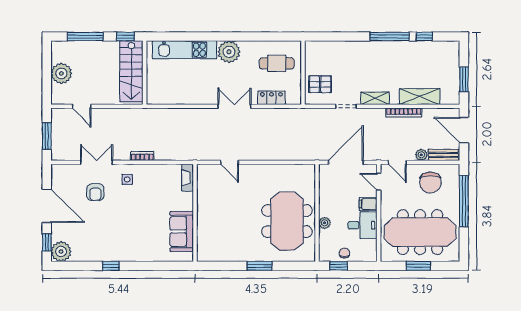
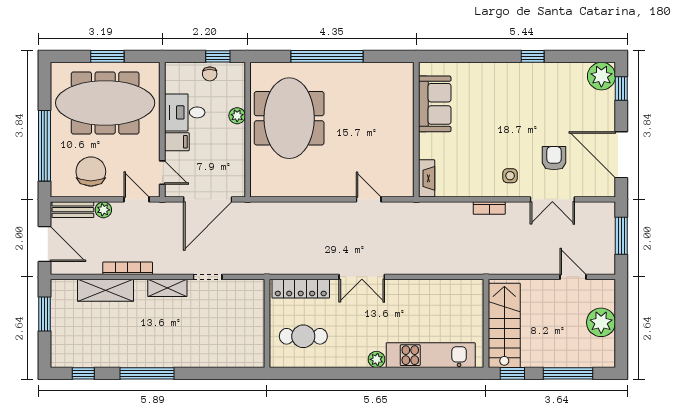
window: (424, 36) -> (83, 373), moved
plant: (229, 52) -> (377, 359), width x0.53, depth x0.53
pallet: (320, 84) -> (243, 307), removed
locker: (271, 98) -> (301, 289), width x1.53
door: (47, 206) -> (621, 155), moved
window: (260, 266) -> (327, 56), width x2.11

